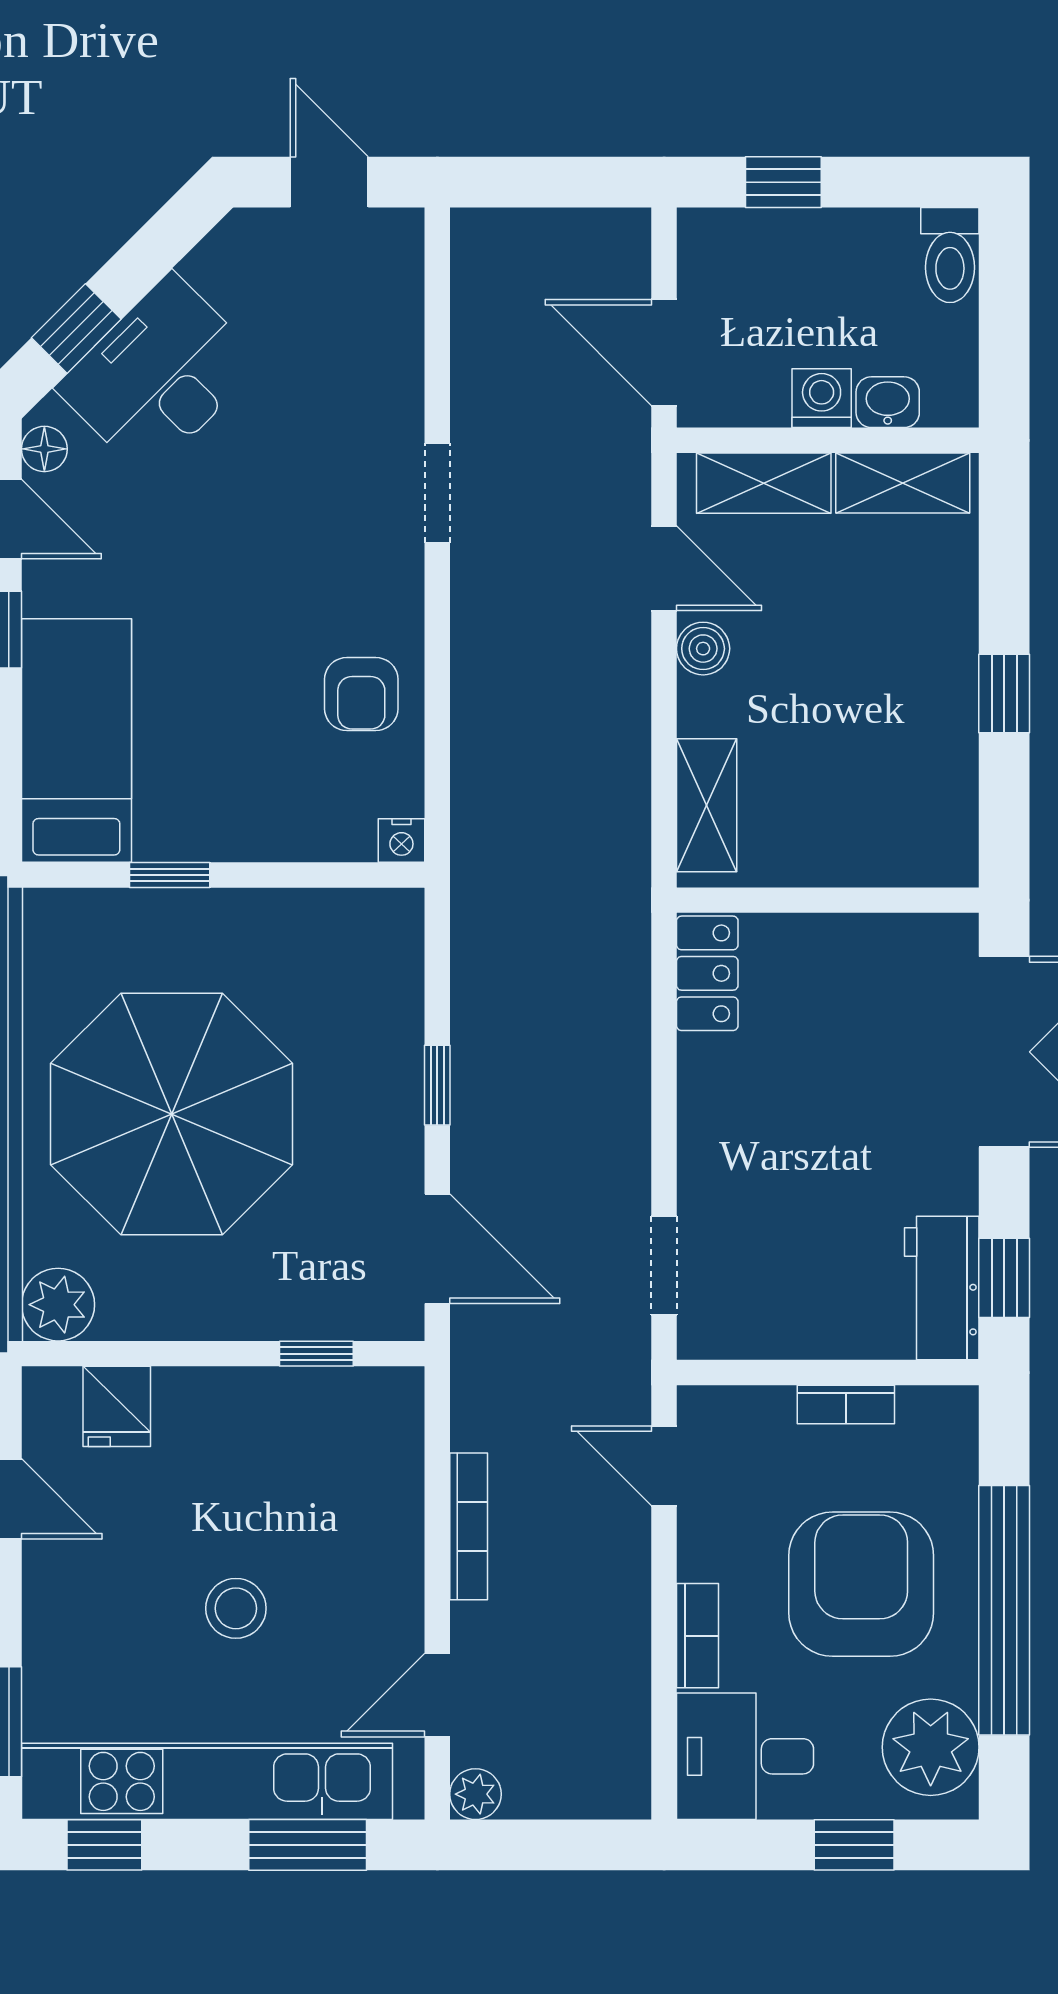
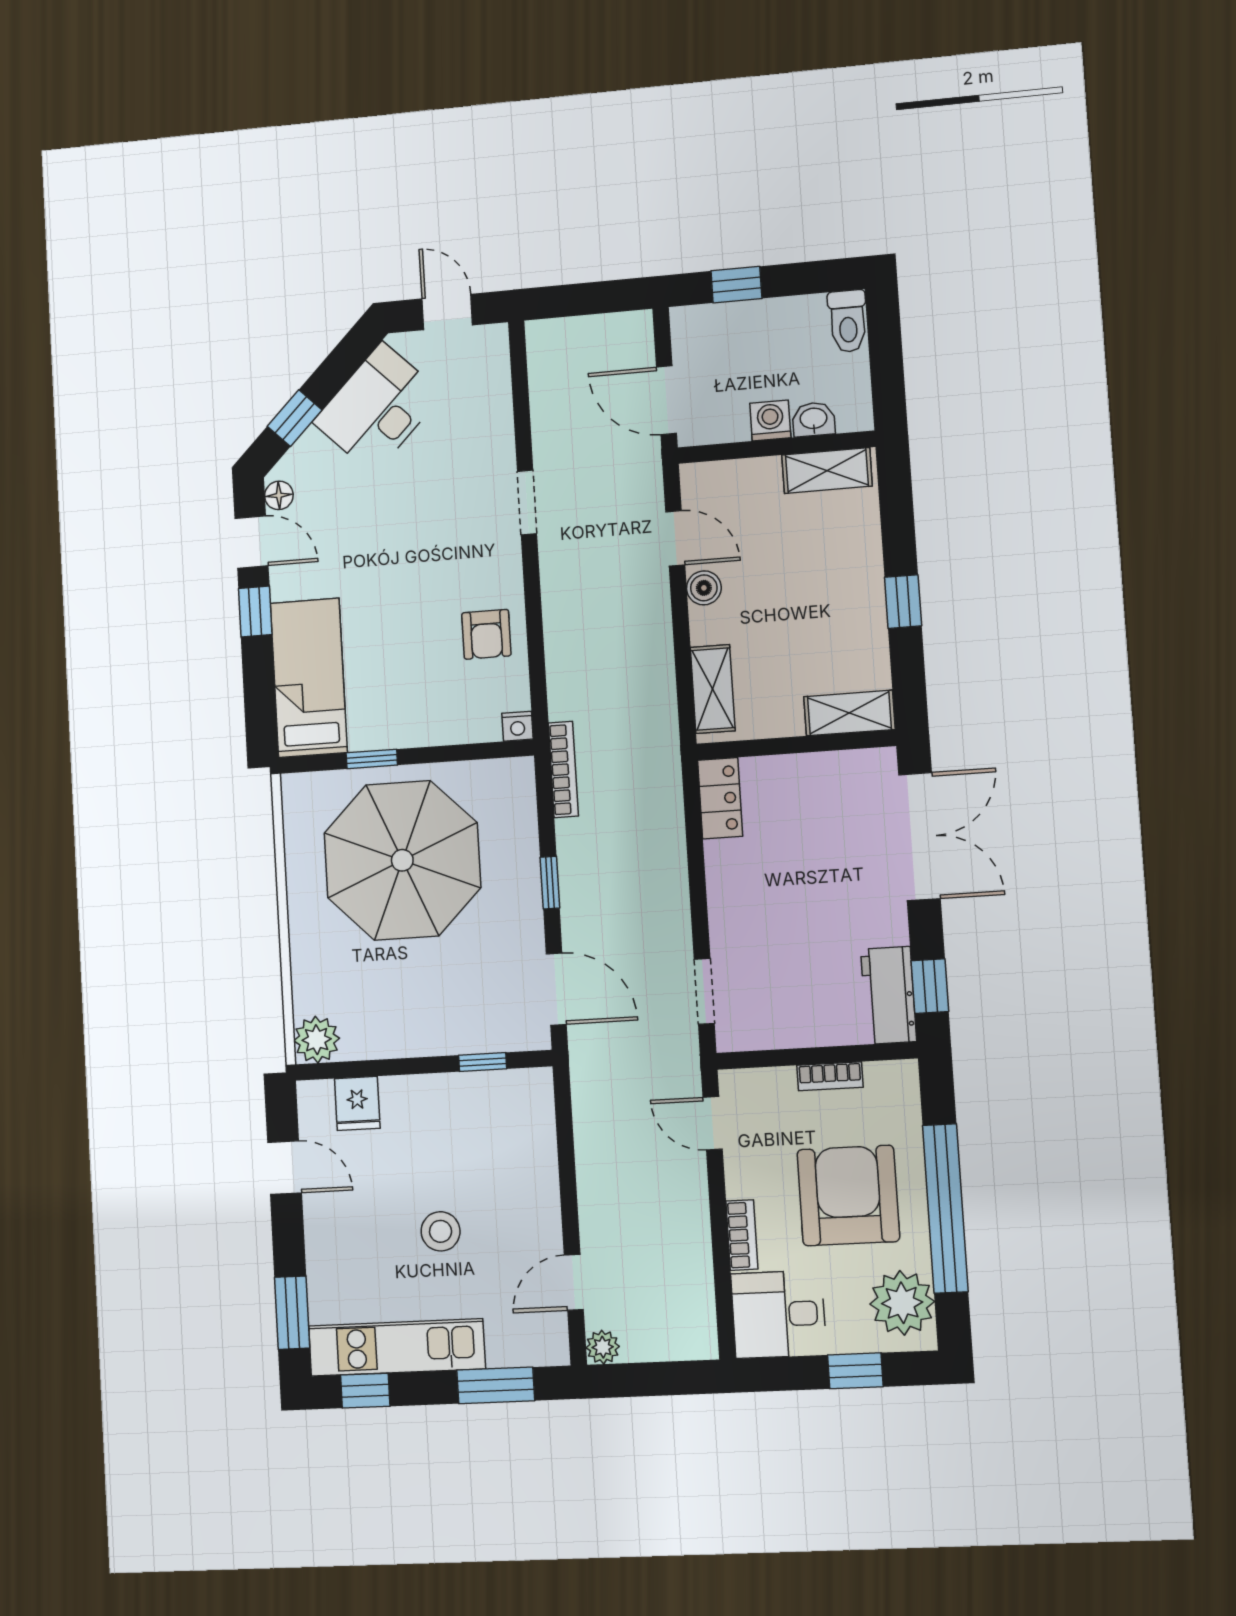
desk: (159, 375) -> (378, 408), moved
shelving: (764, 483) -> (849, 713), moved
parasol: (172, 1114) -> (402, 860), moved
bookcase: (469, 1526) -> (563, 769), moved
kitchen unit: (207, 1781) -> (397, 1347), width x0.73

